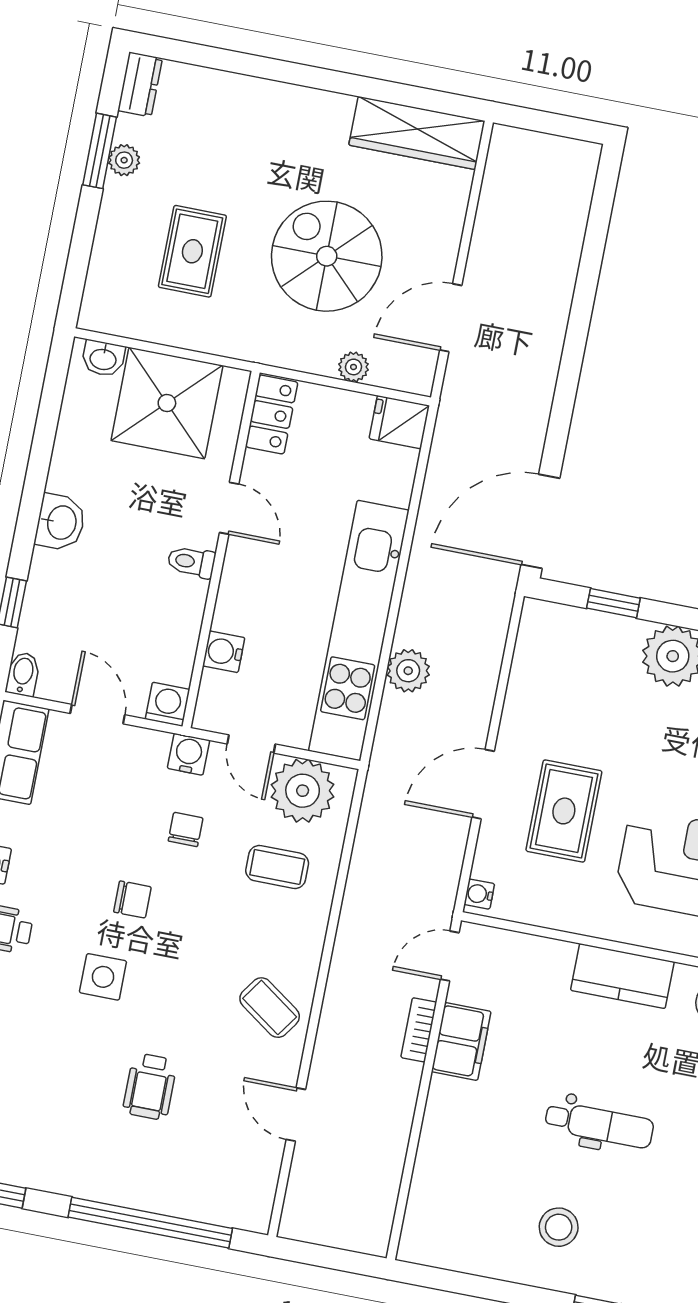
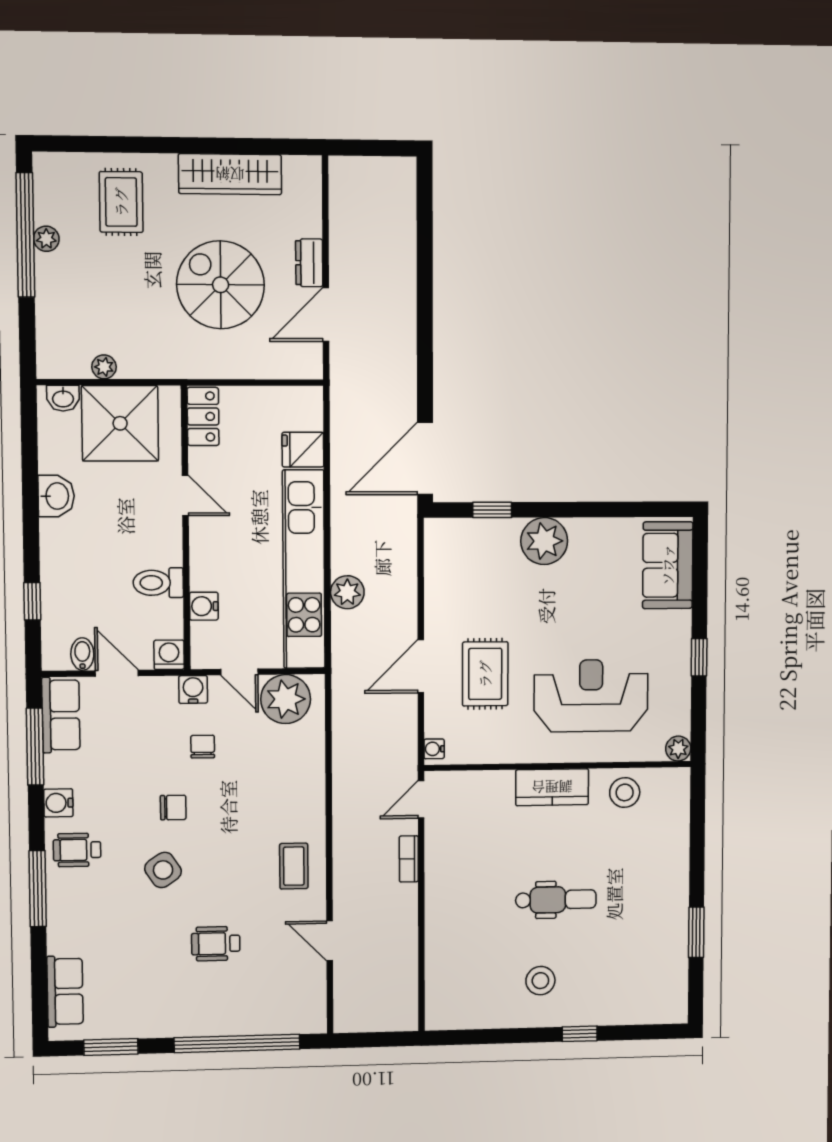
dresser: (140, 84) -> (309, 263), moved, turned 180
wardrobe: (417, 133) -> (230, 174), moved
window: (100, 151) -> (25, 235), width x2.11
rug: (192, 251) -> (121, 202), moved
plant: (354, 367) -> (104, 367), moved
fridge: (399, 422) -> (303, 450), moved
washbasin: (60, 522) -> (56, 496), moved
toilet: (191, 562) -> (158, 583), moved, width x1.37, depth x1.39
bidet: (23, 674) -> (82, 654), moved
coffee table: (277, 867) -> (278, 760), removed
side table: (103, 977) -> (163, 870), turned -34
coffee table: (270, 1008) -> (294, 866), turned 55
filing cabinet: (461, 1041) -> (442, 861), removed
wheelchair: (150, 1087) -> (216, 944), turned 90

